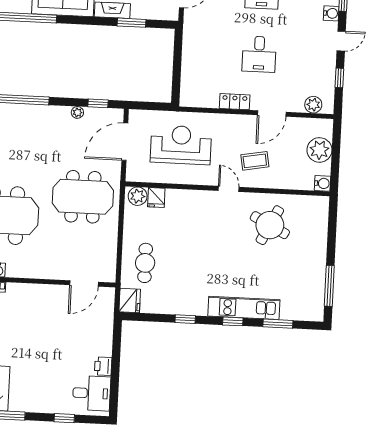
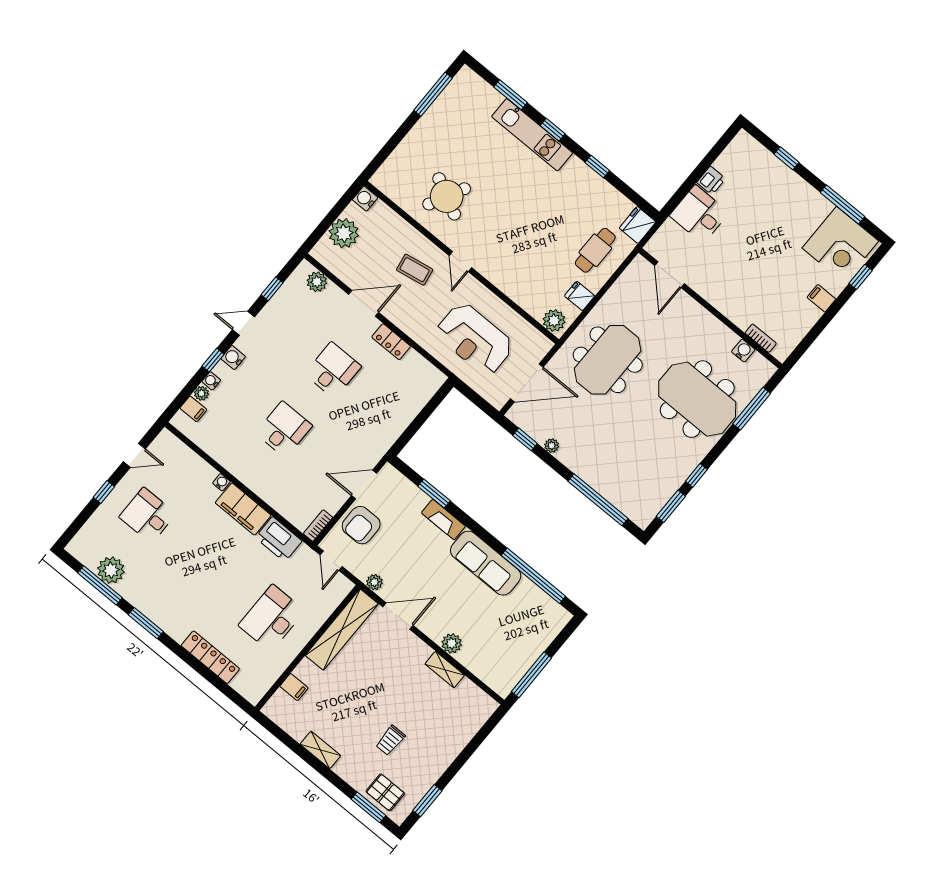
meeting table: (83, 197) -> (608, 360), turned 90
fridge: (156, 198) -> (580, 296), moved, turned -90
door: (84, 284) -> (670, 275), swing flipped
desk: (92, 393) -> (699, 214), moved

